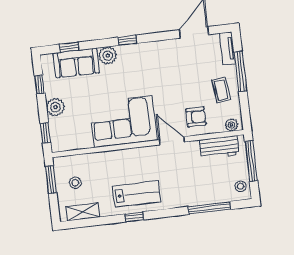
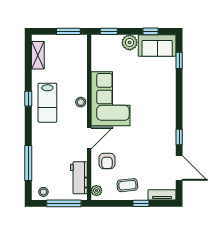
window: (127, 40) -> (179, 137), moved
plant: (108, 56) -> (168, 92), removed
sofa: (76, 63) -> (157, 46), moved, turned -90
window: (240, 72) -> (141, 203), width x0.46
stool: (75, 183) -> (81, 102), moved

